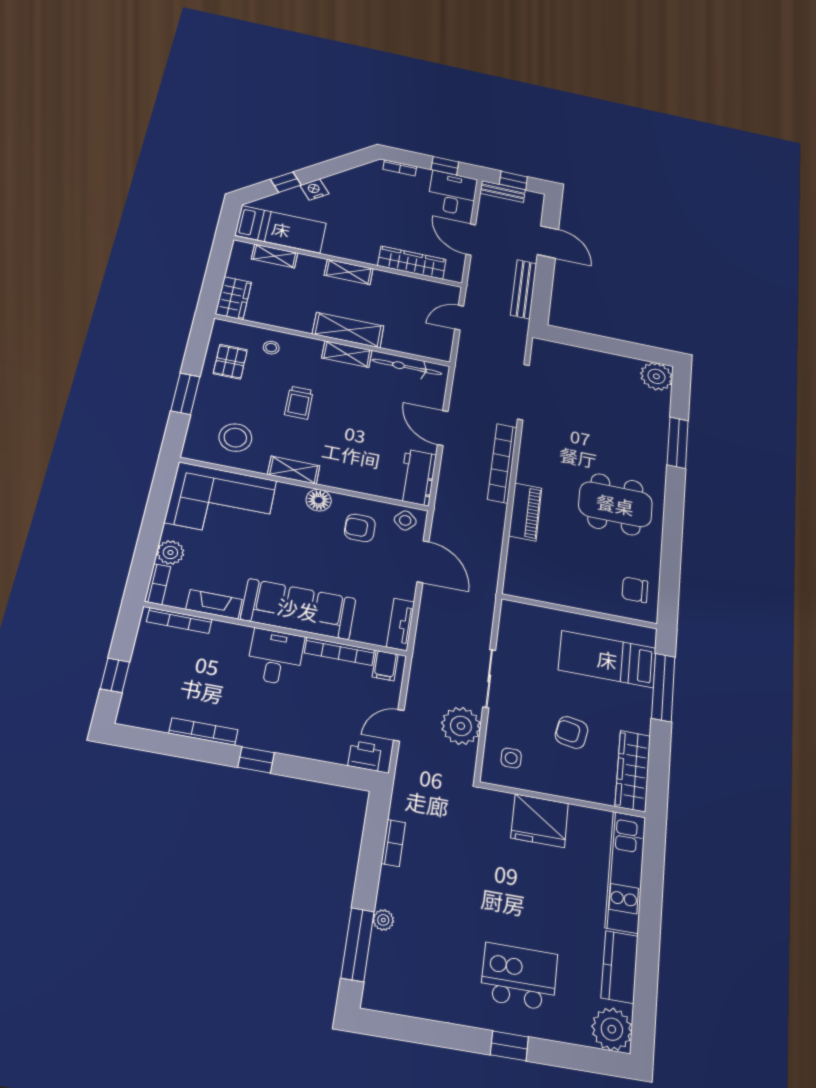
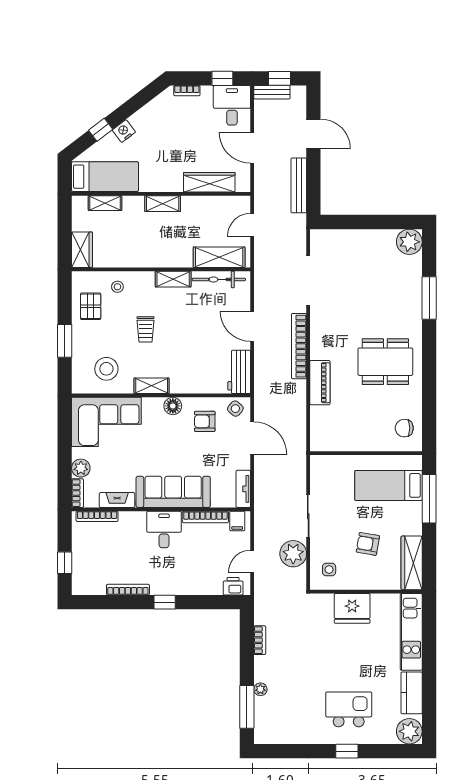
shelving: (348, 330) -> (219, 257), moved

